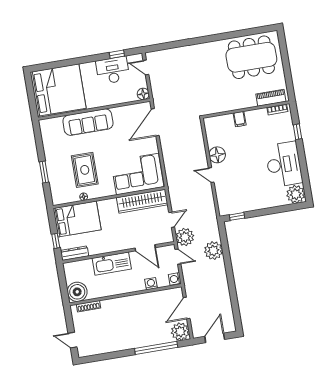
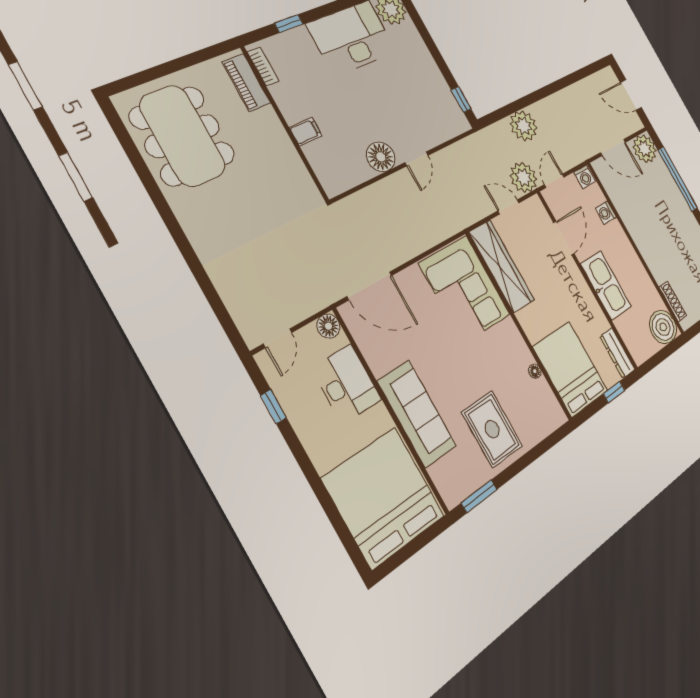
desk: (113, 70) -> (347, 384), moved, turned 180
rug: (85, 170) -> (492, 429), moved, turned 90
window: (44, 172) -> (479, 496), moved

